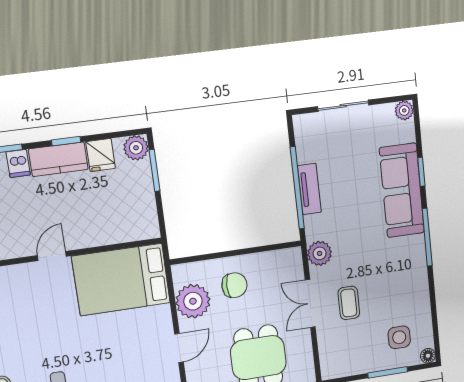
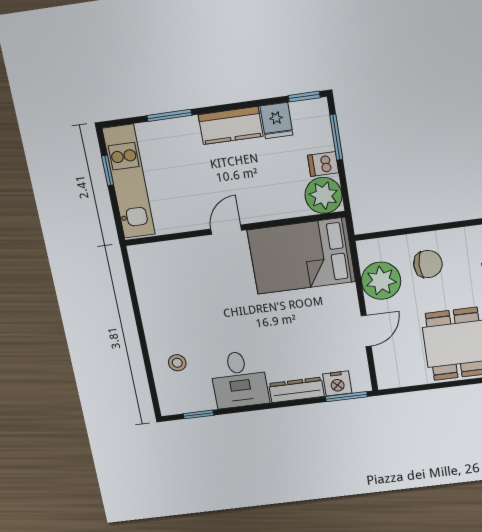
window: (66, 141) -> (304, 97), moved
plant: (136, 148) -> (324, 195), moved, width x1.36, depth x1.36
dishwasher: (18, 163) -> (323, 164), moved, turned 90

